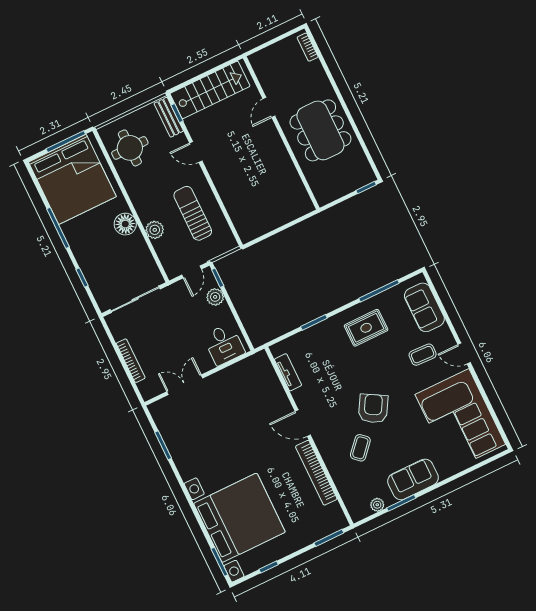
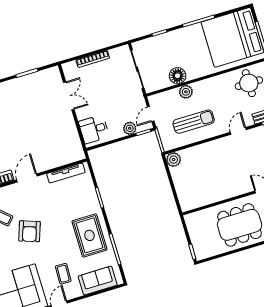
floor lamp: (125, 224) -> (178, 76), moved
plant: (247, 232) -> (174, 160), added
door: (192, 272) -> (151, 114), hinge flipped
rug: (366, 328) -> (90, 235), width x1.36, depth x1.43
tv unit: (288, 372) -> (66, 173), width x1.41
armchair: (373, 408) -> (30, 231), turned 79

